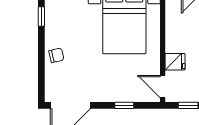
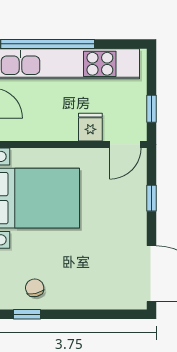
chair: (56, 55) -> (35, 288), moved

